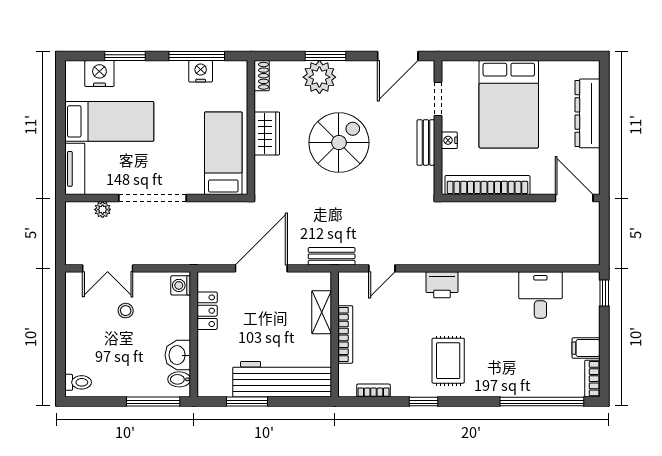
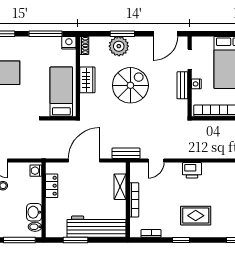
nightstand: (201, 71) -> (69, 43), moved
rug: (448, 361) -> (196, 216), turned 90

